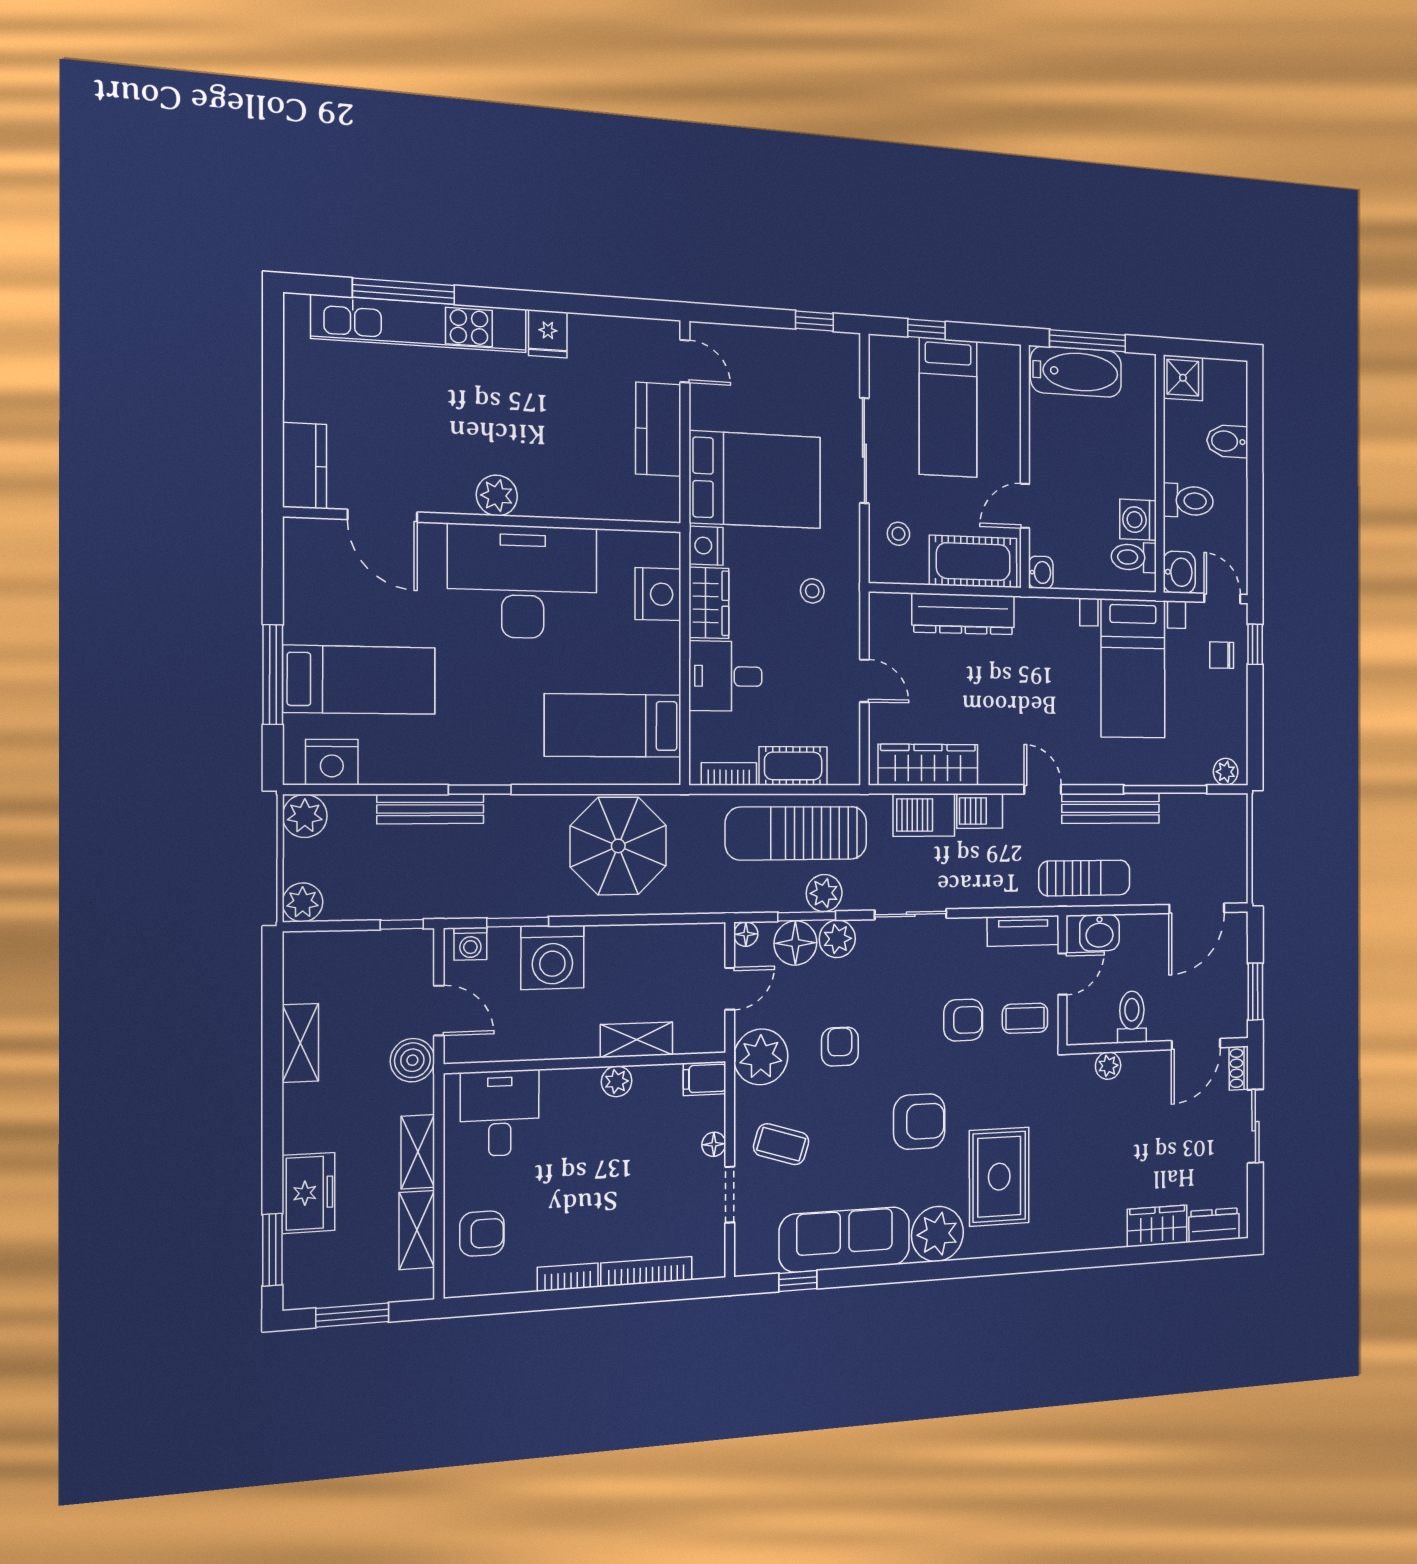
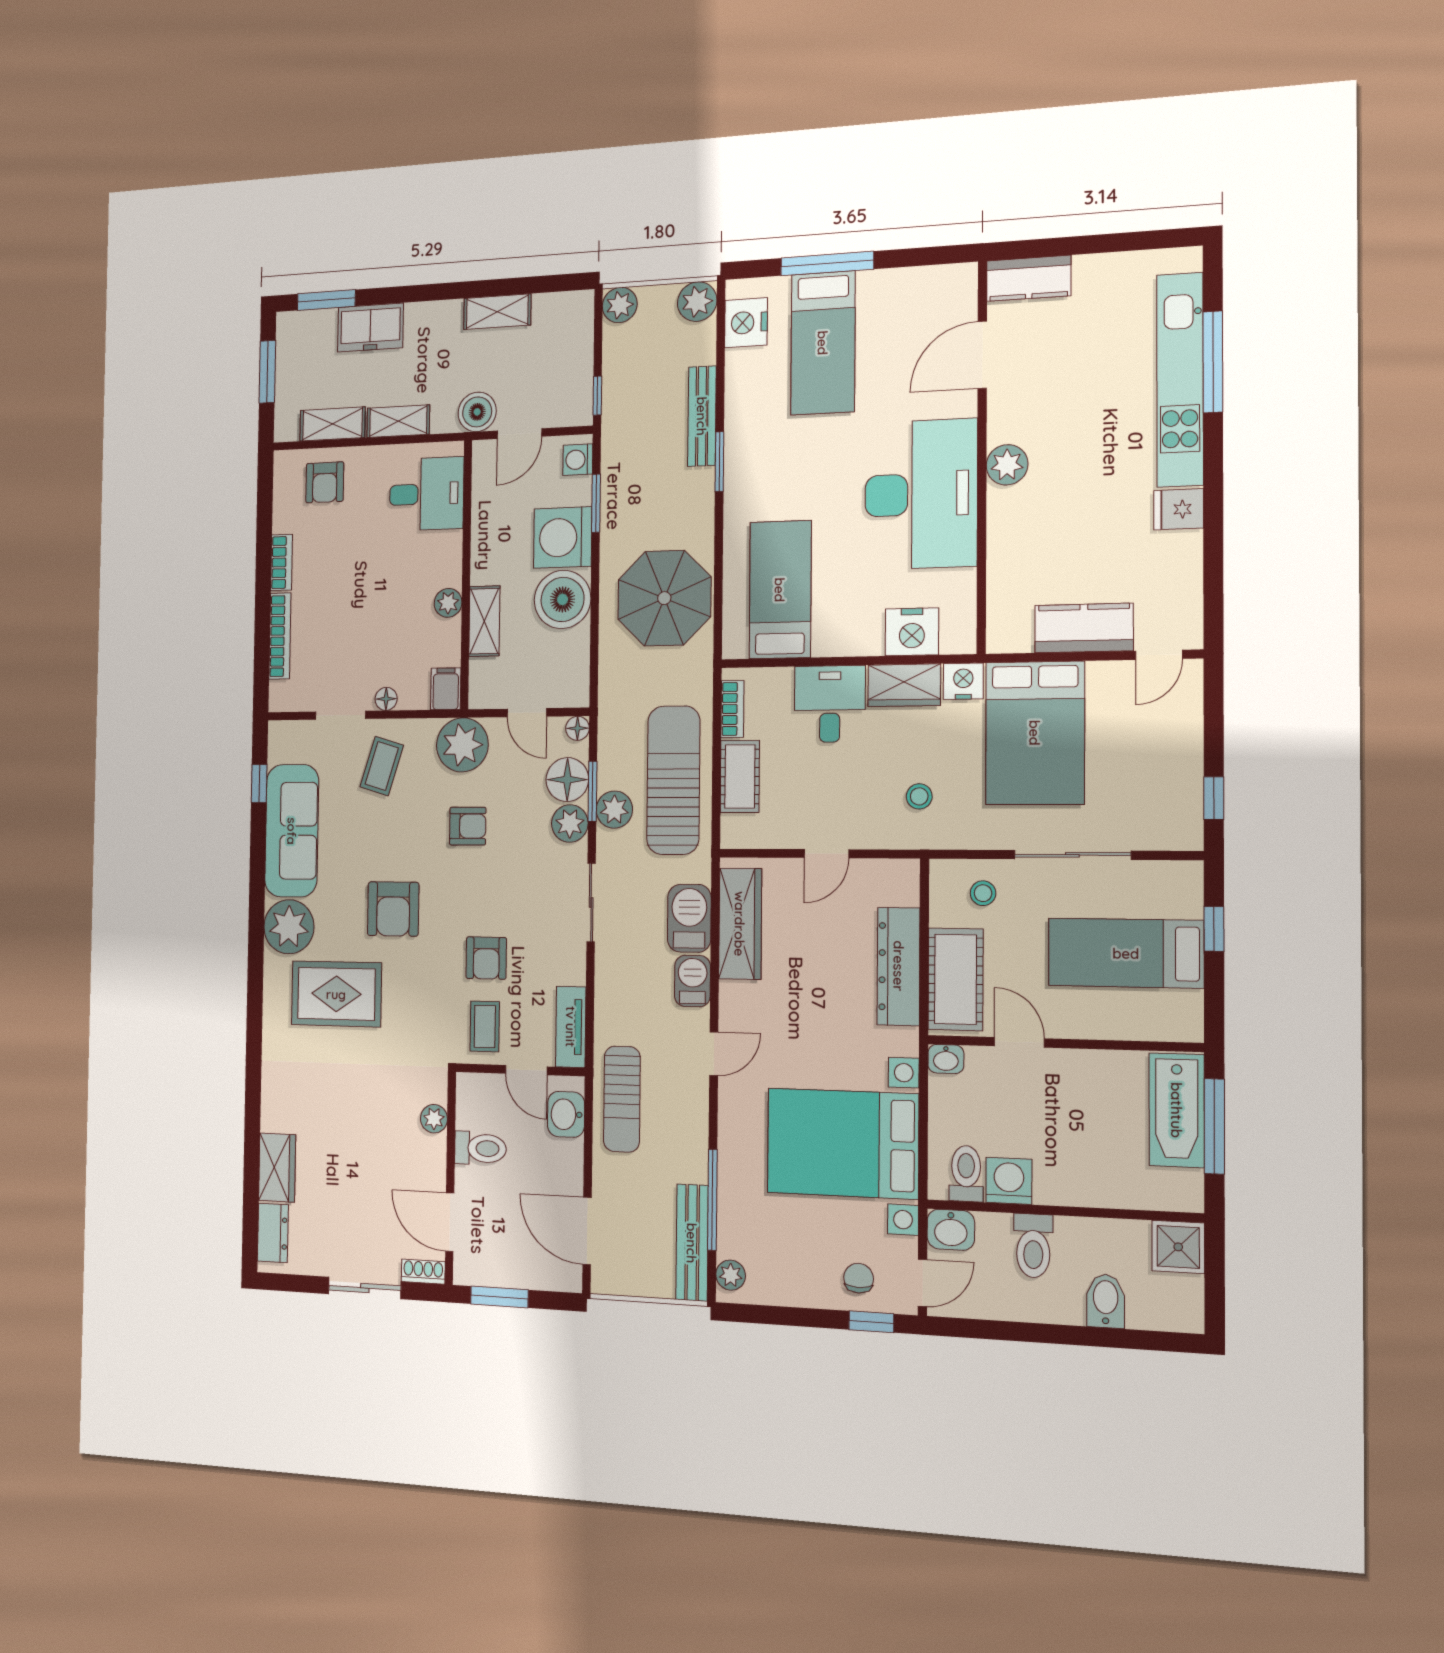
bed with nightstands: (1133, 669) -> (843, 1143), width x1.36
bench: (1111, 808) -> (692, 1243), moved
boiler: (617, 955) -> (563, 599), added

